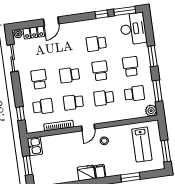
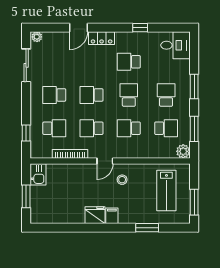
window: (125, 11) -> (168, 28), removed
desk: (133, 29) -> (176, 45), width x0.73
locker: (34, 33) -> (102, 38), moved
school desk: (39, 79) -> (54, 95), turned -90

